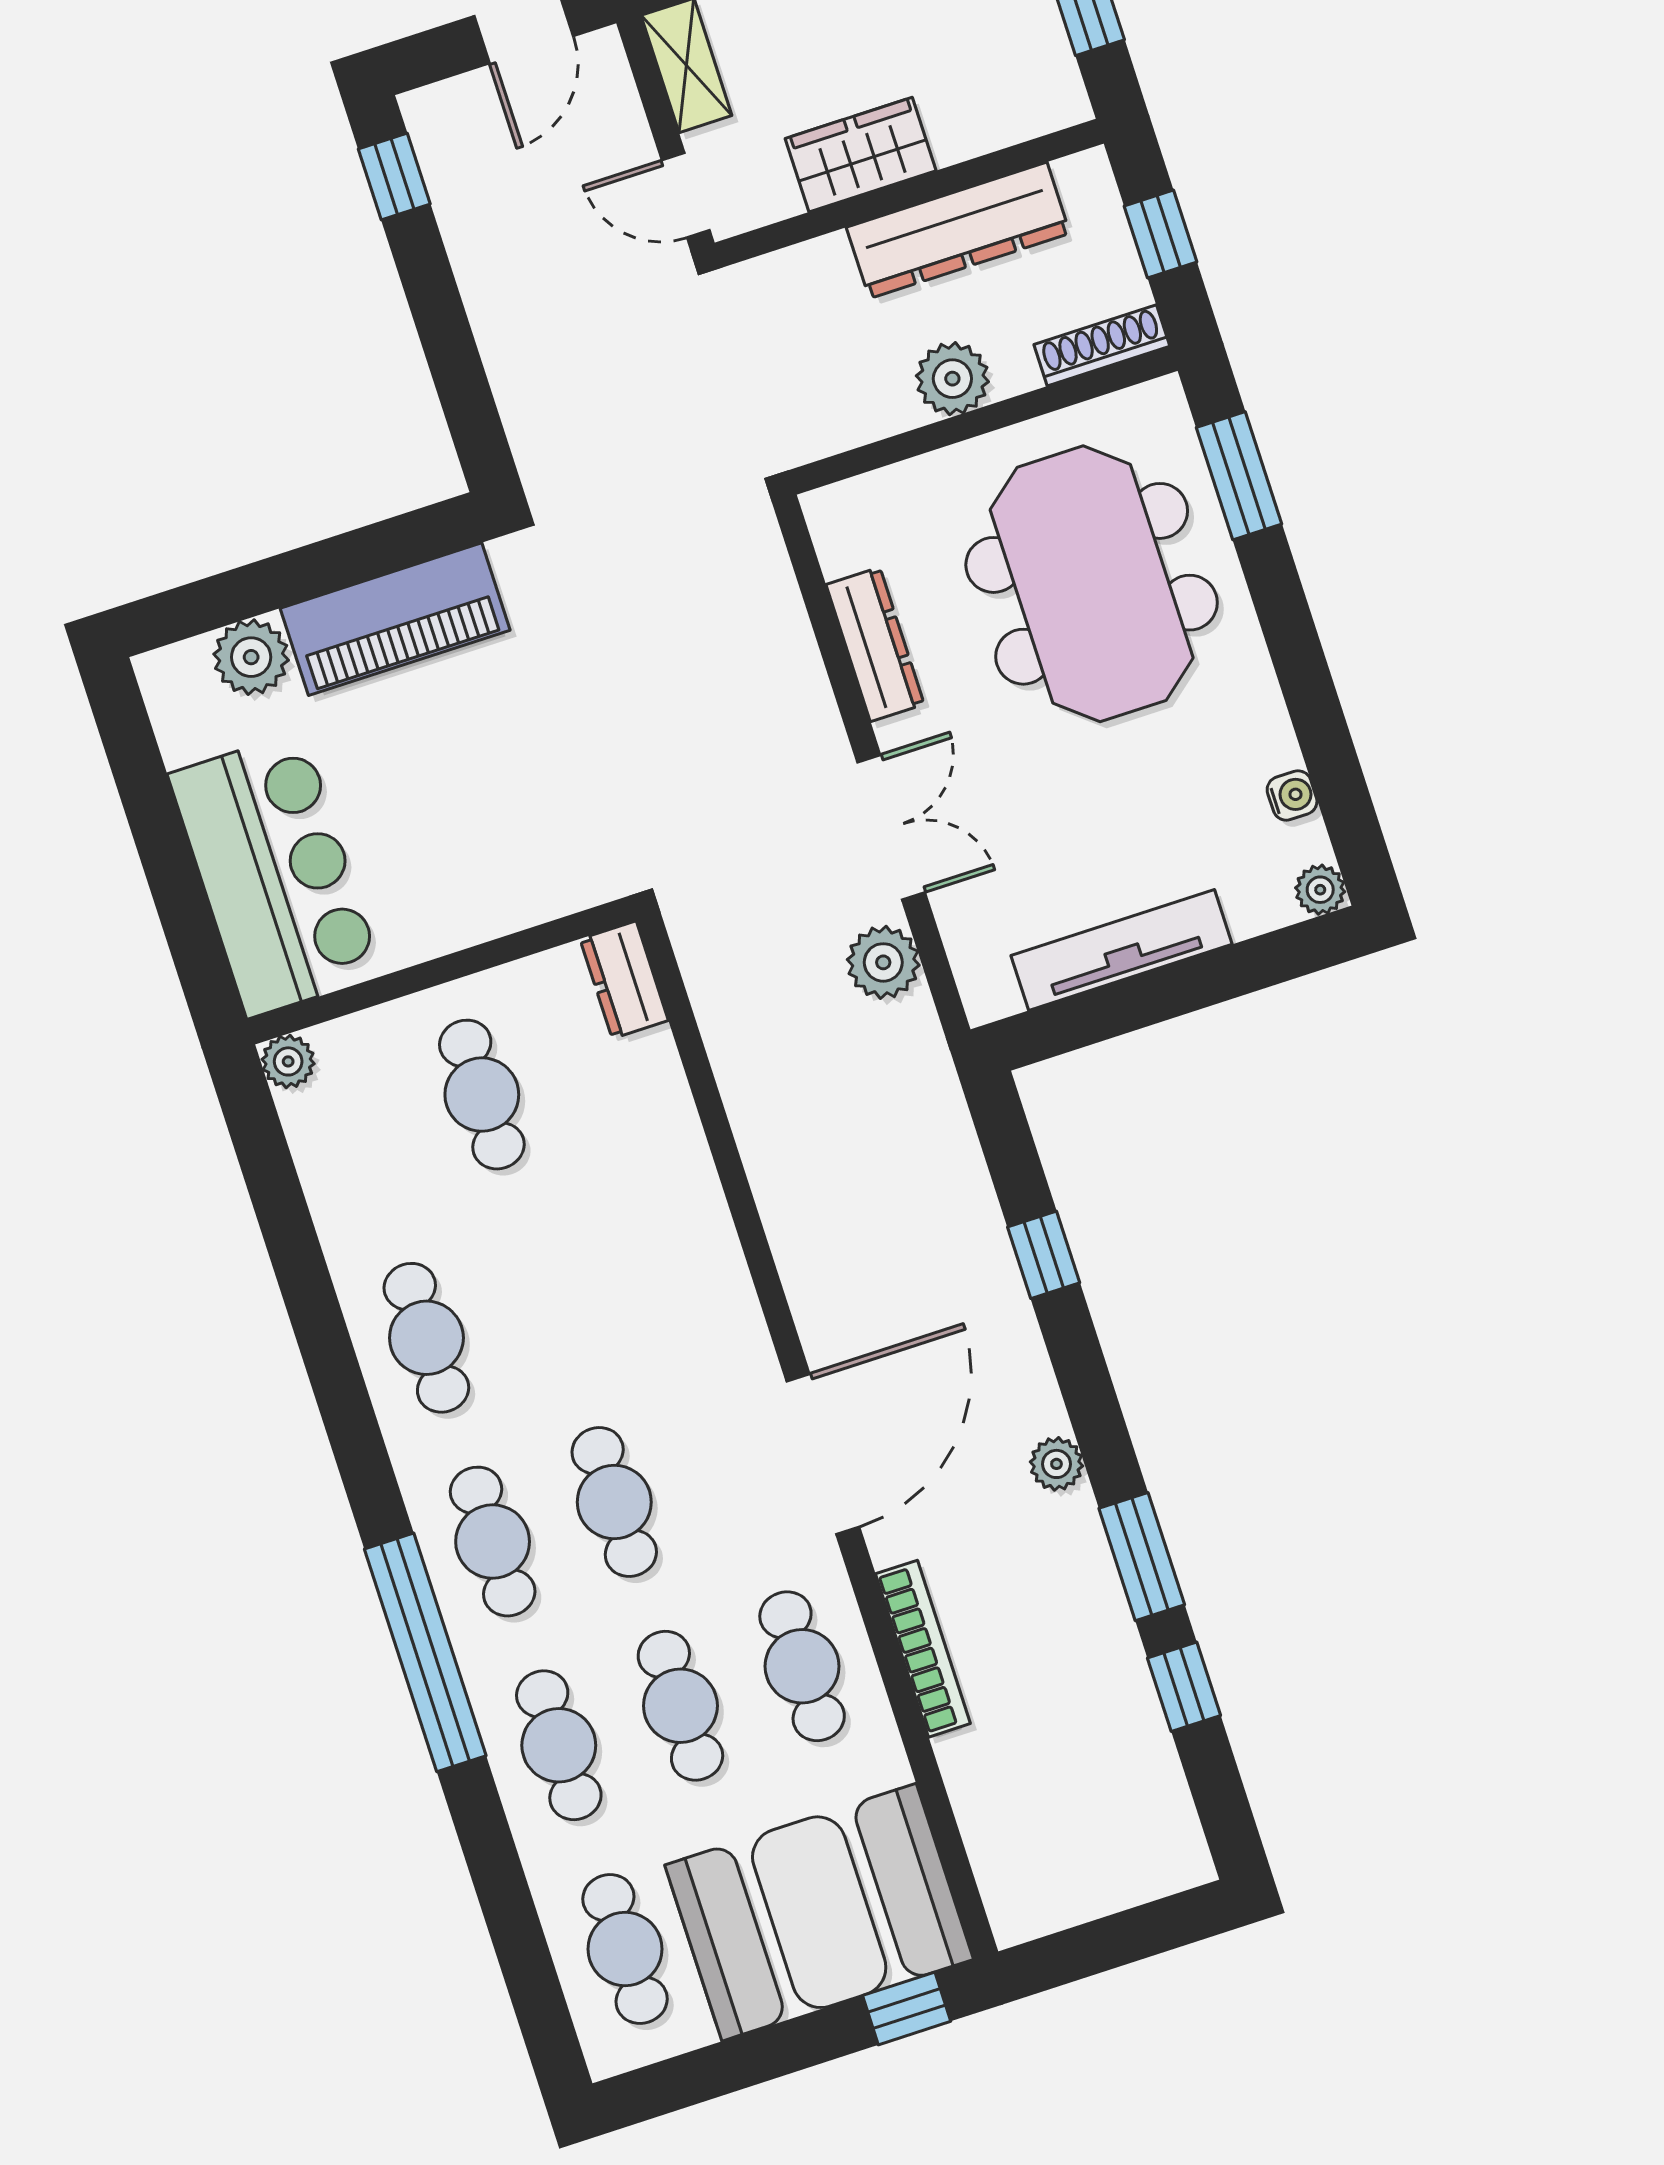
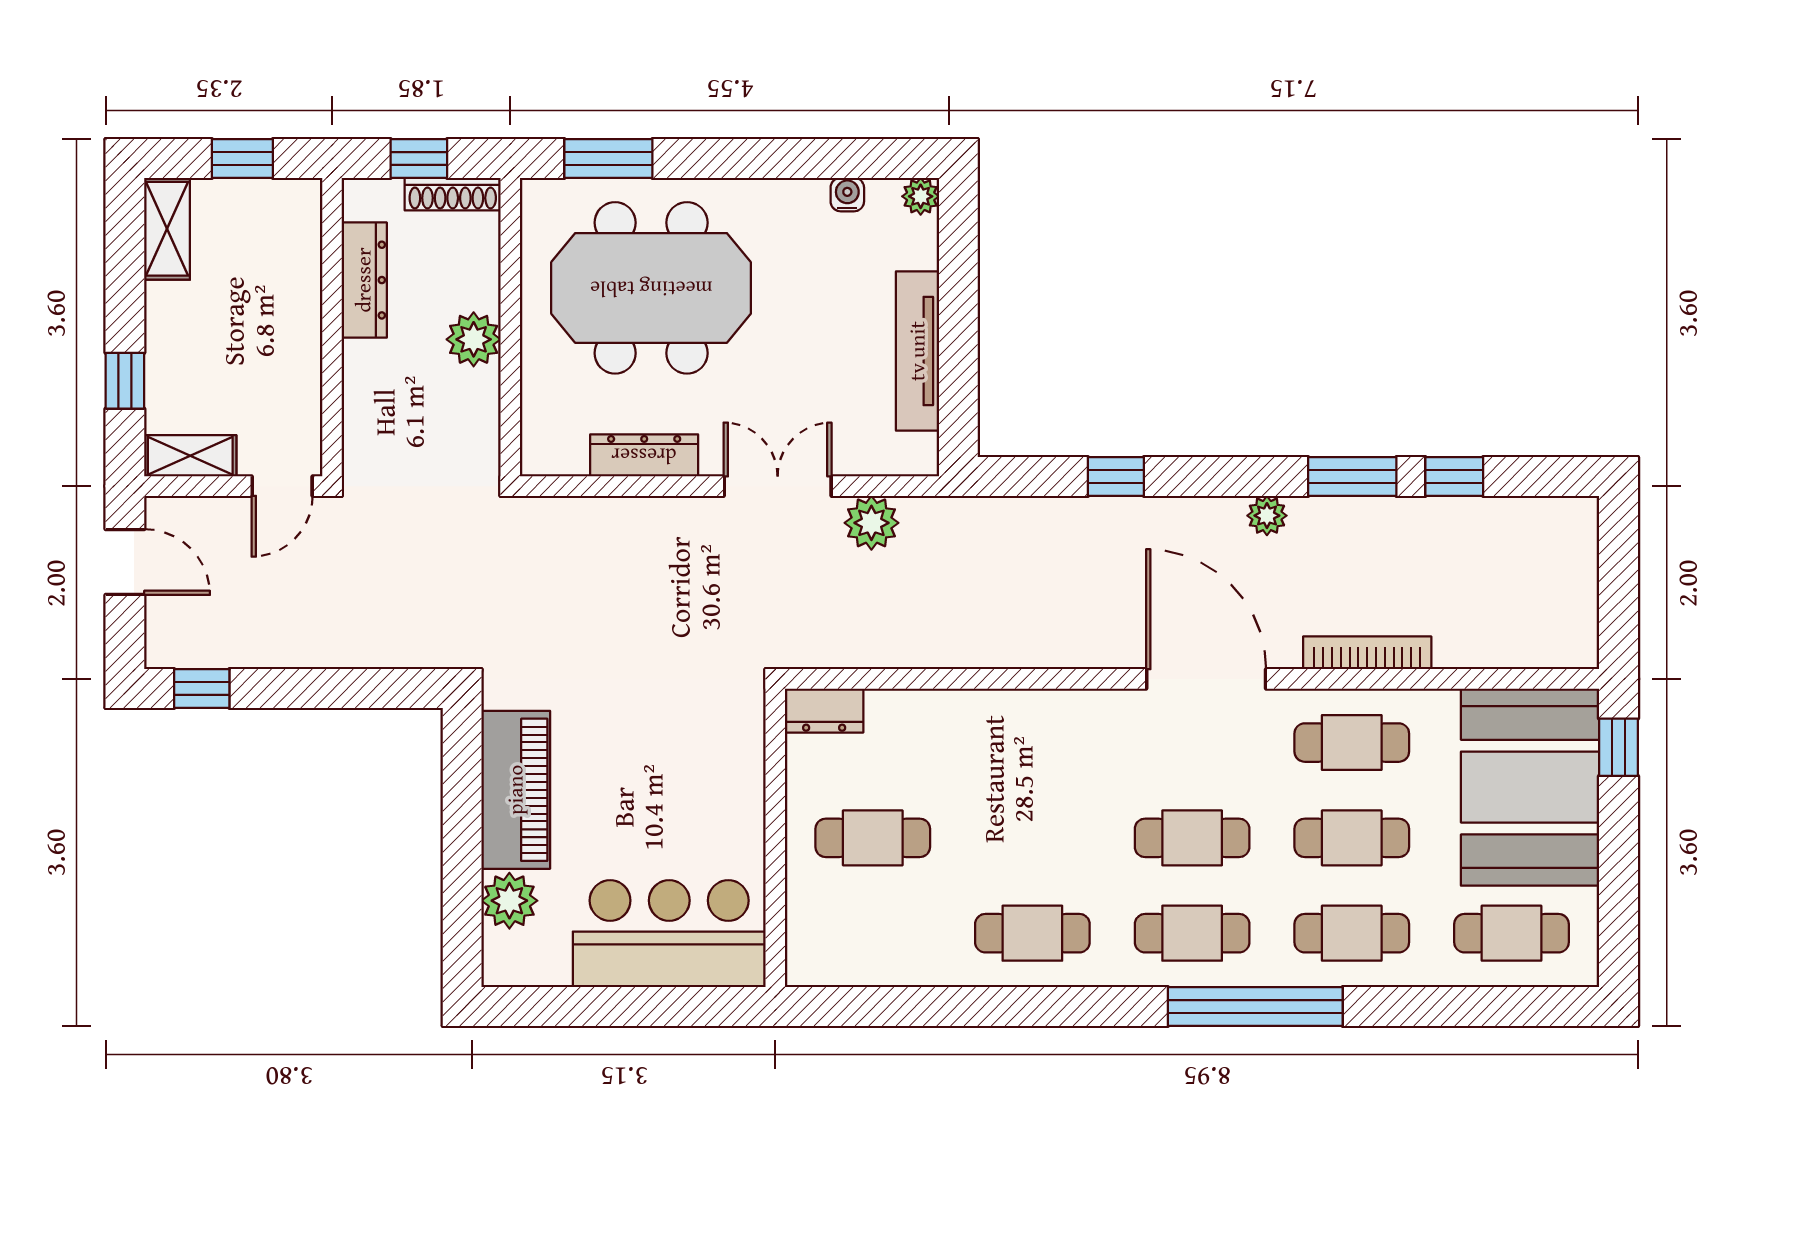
wardrobe: (861, 155) -> (294, 353), removed
dresser: (958, 230) -> (364, 280), width x0.73, depth x0.80
shoe rack: (1102, 345) -> (453, 194), moved, turned -90
plant: (288, 1061) -> (805, 968), removed

